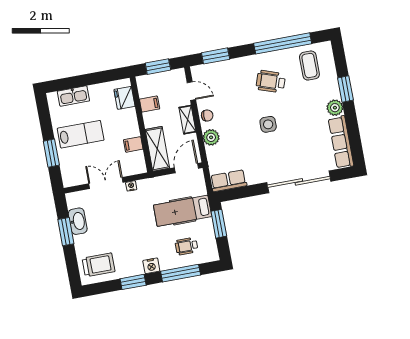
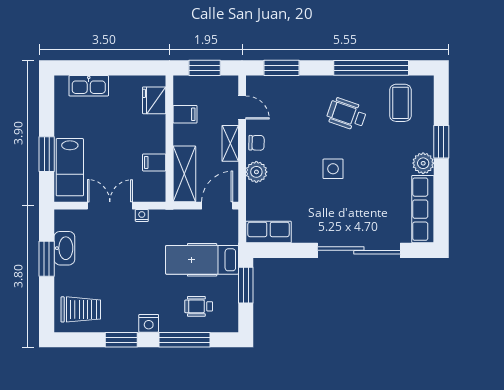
lab bench: (81, 134) -> (70, 167), moved, turned 90

